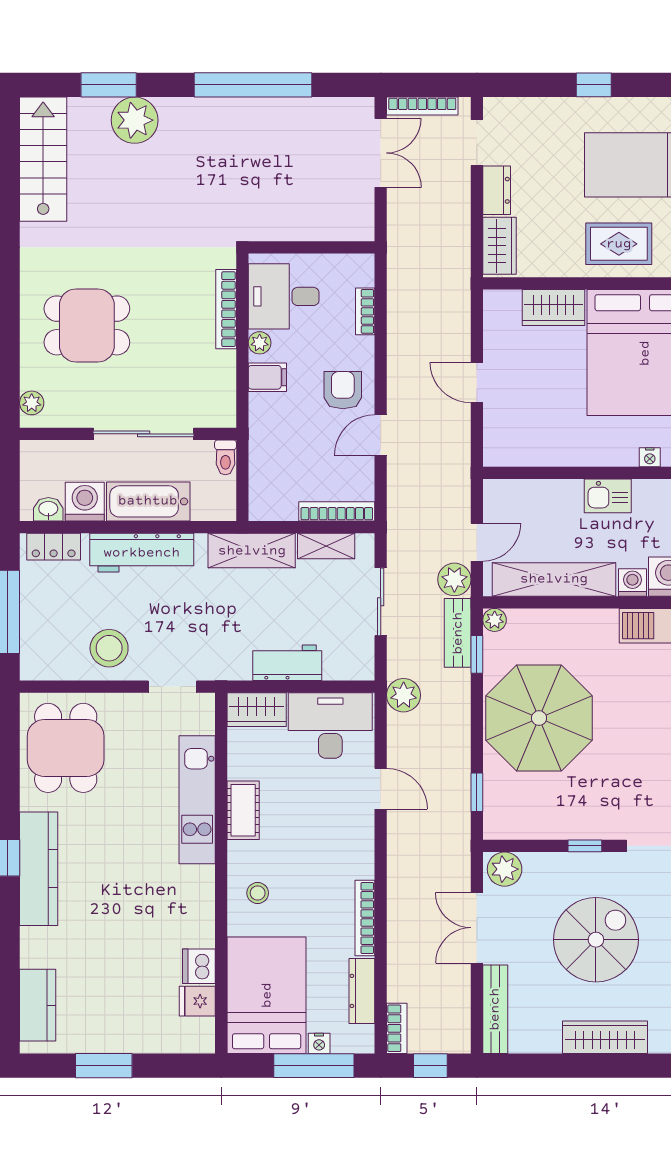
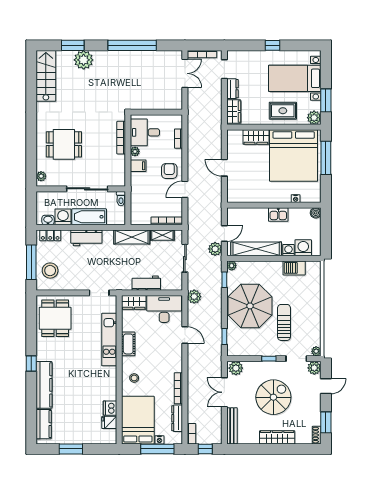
workbench: (142, 553) -> (86, 238), width x0.73
bench: (458, 633) -> (217, 271), removed
stool: (109, 648) -> (50, 271), moved
sun lounger: (622, 758) -> (284, 322), added
kitchen counter: (39, 869) -> (44, 385), moved

